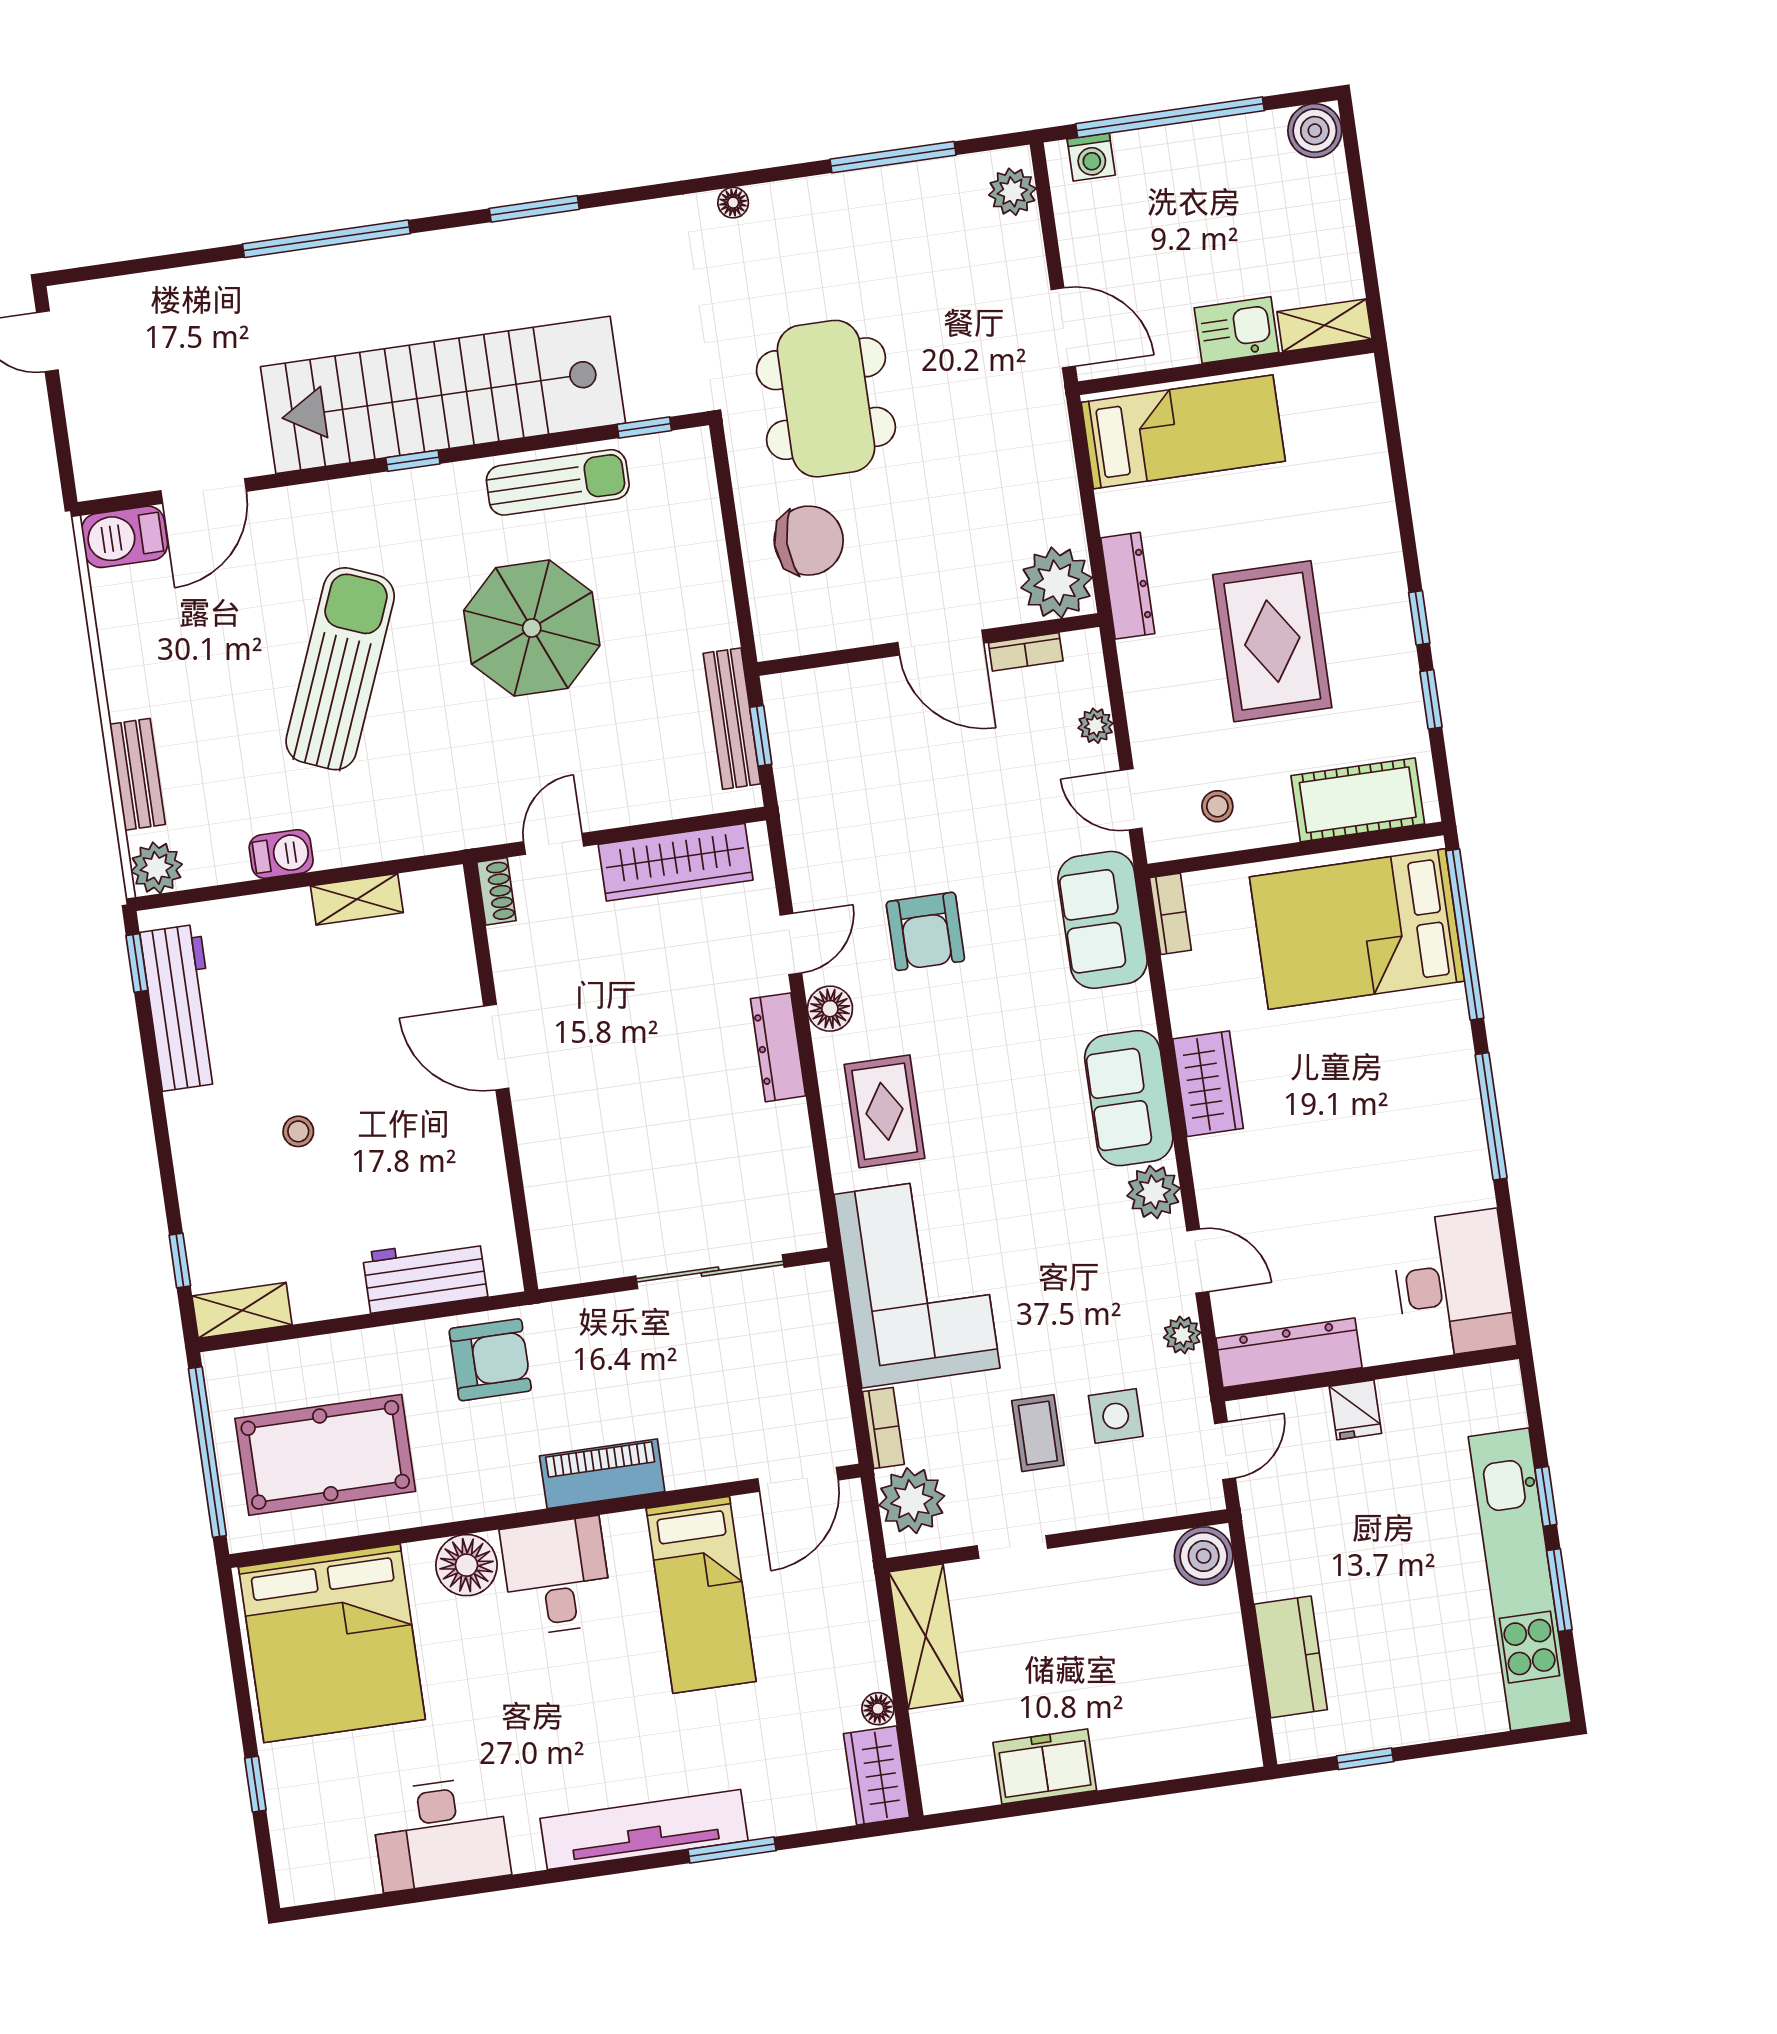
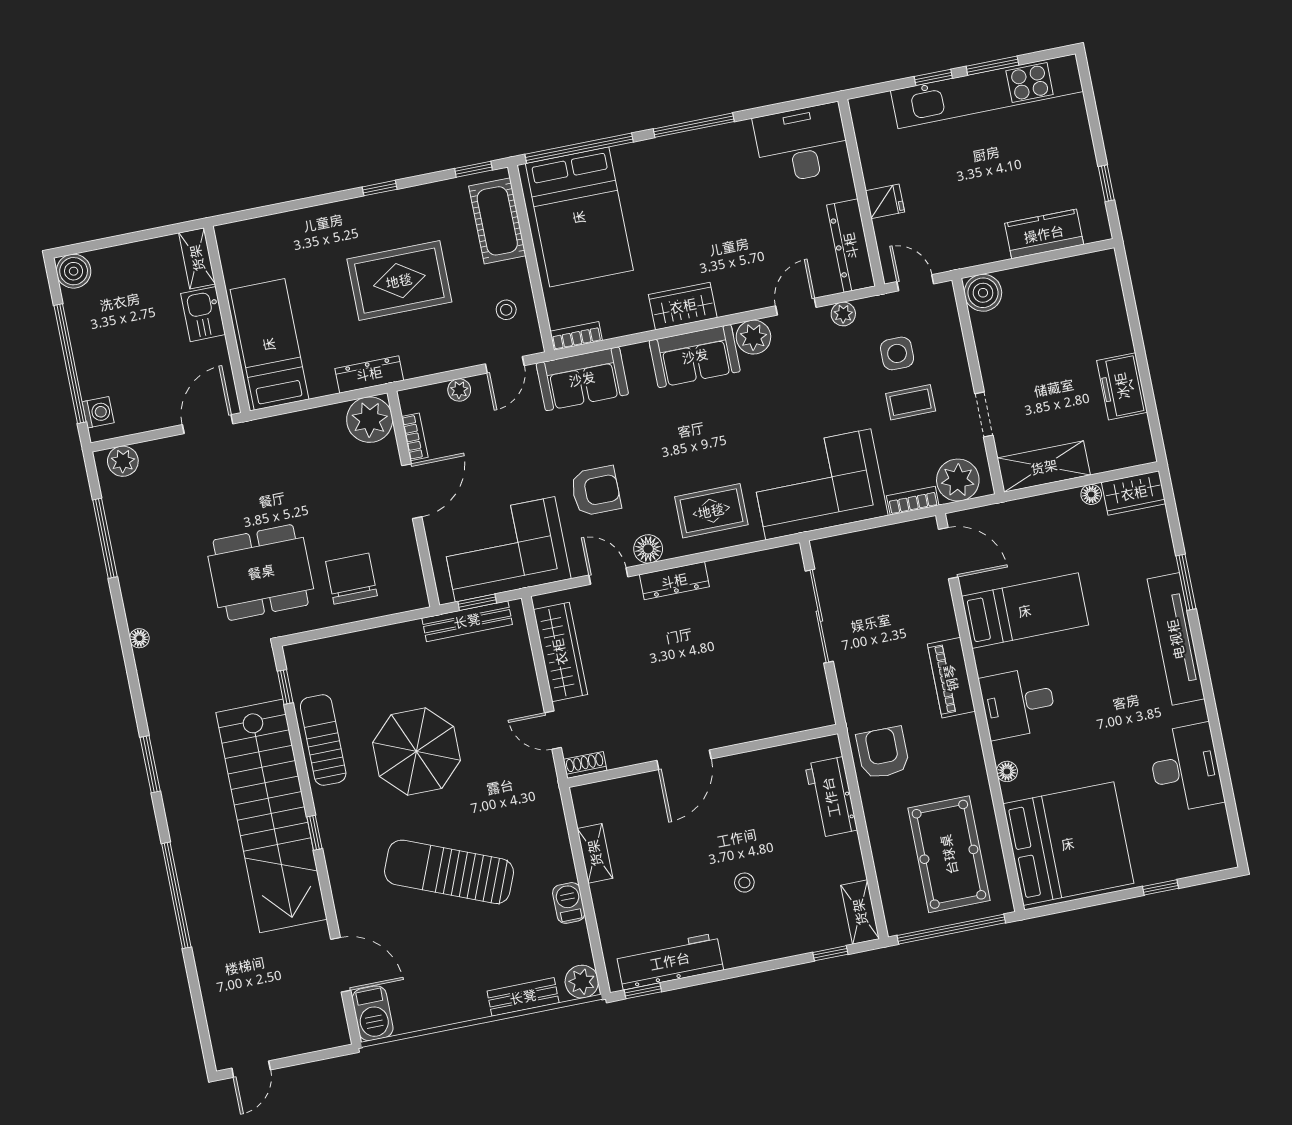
window: (1431, 699) -> (474, 169), moved
corner sofa: (842, 784) -> (505, 549), added
floor lamp: (466, 1565) -> (1007, 771), width x0.53, depth x0.53

